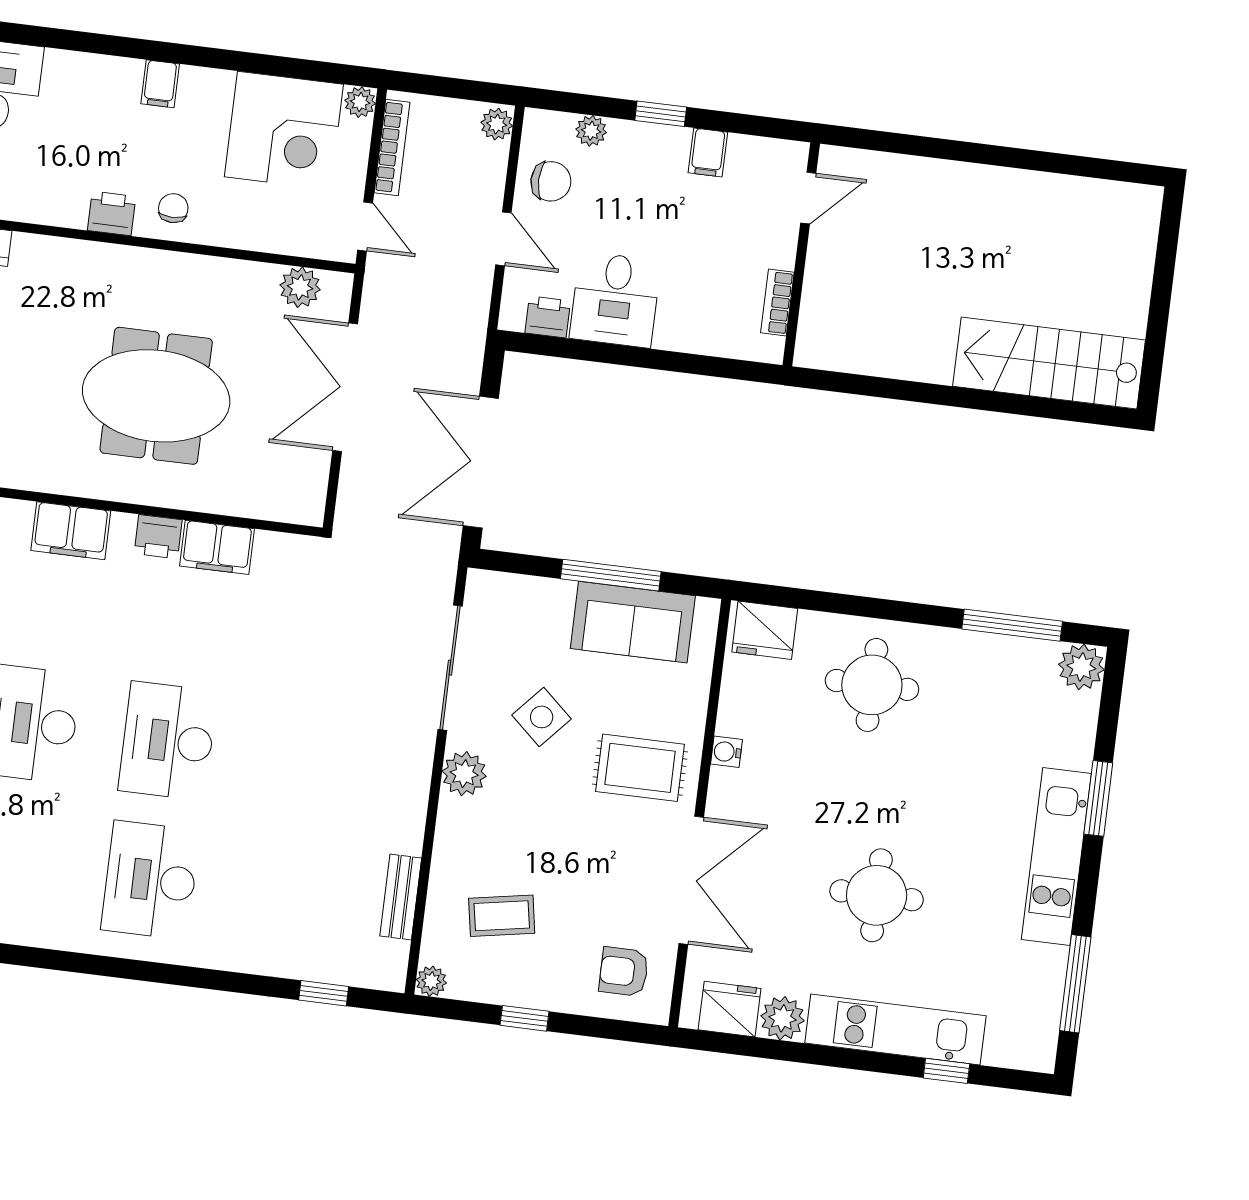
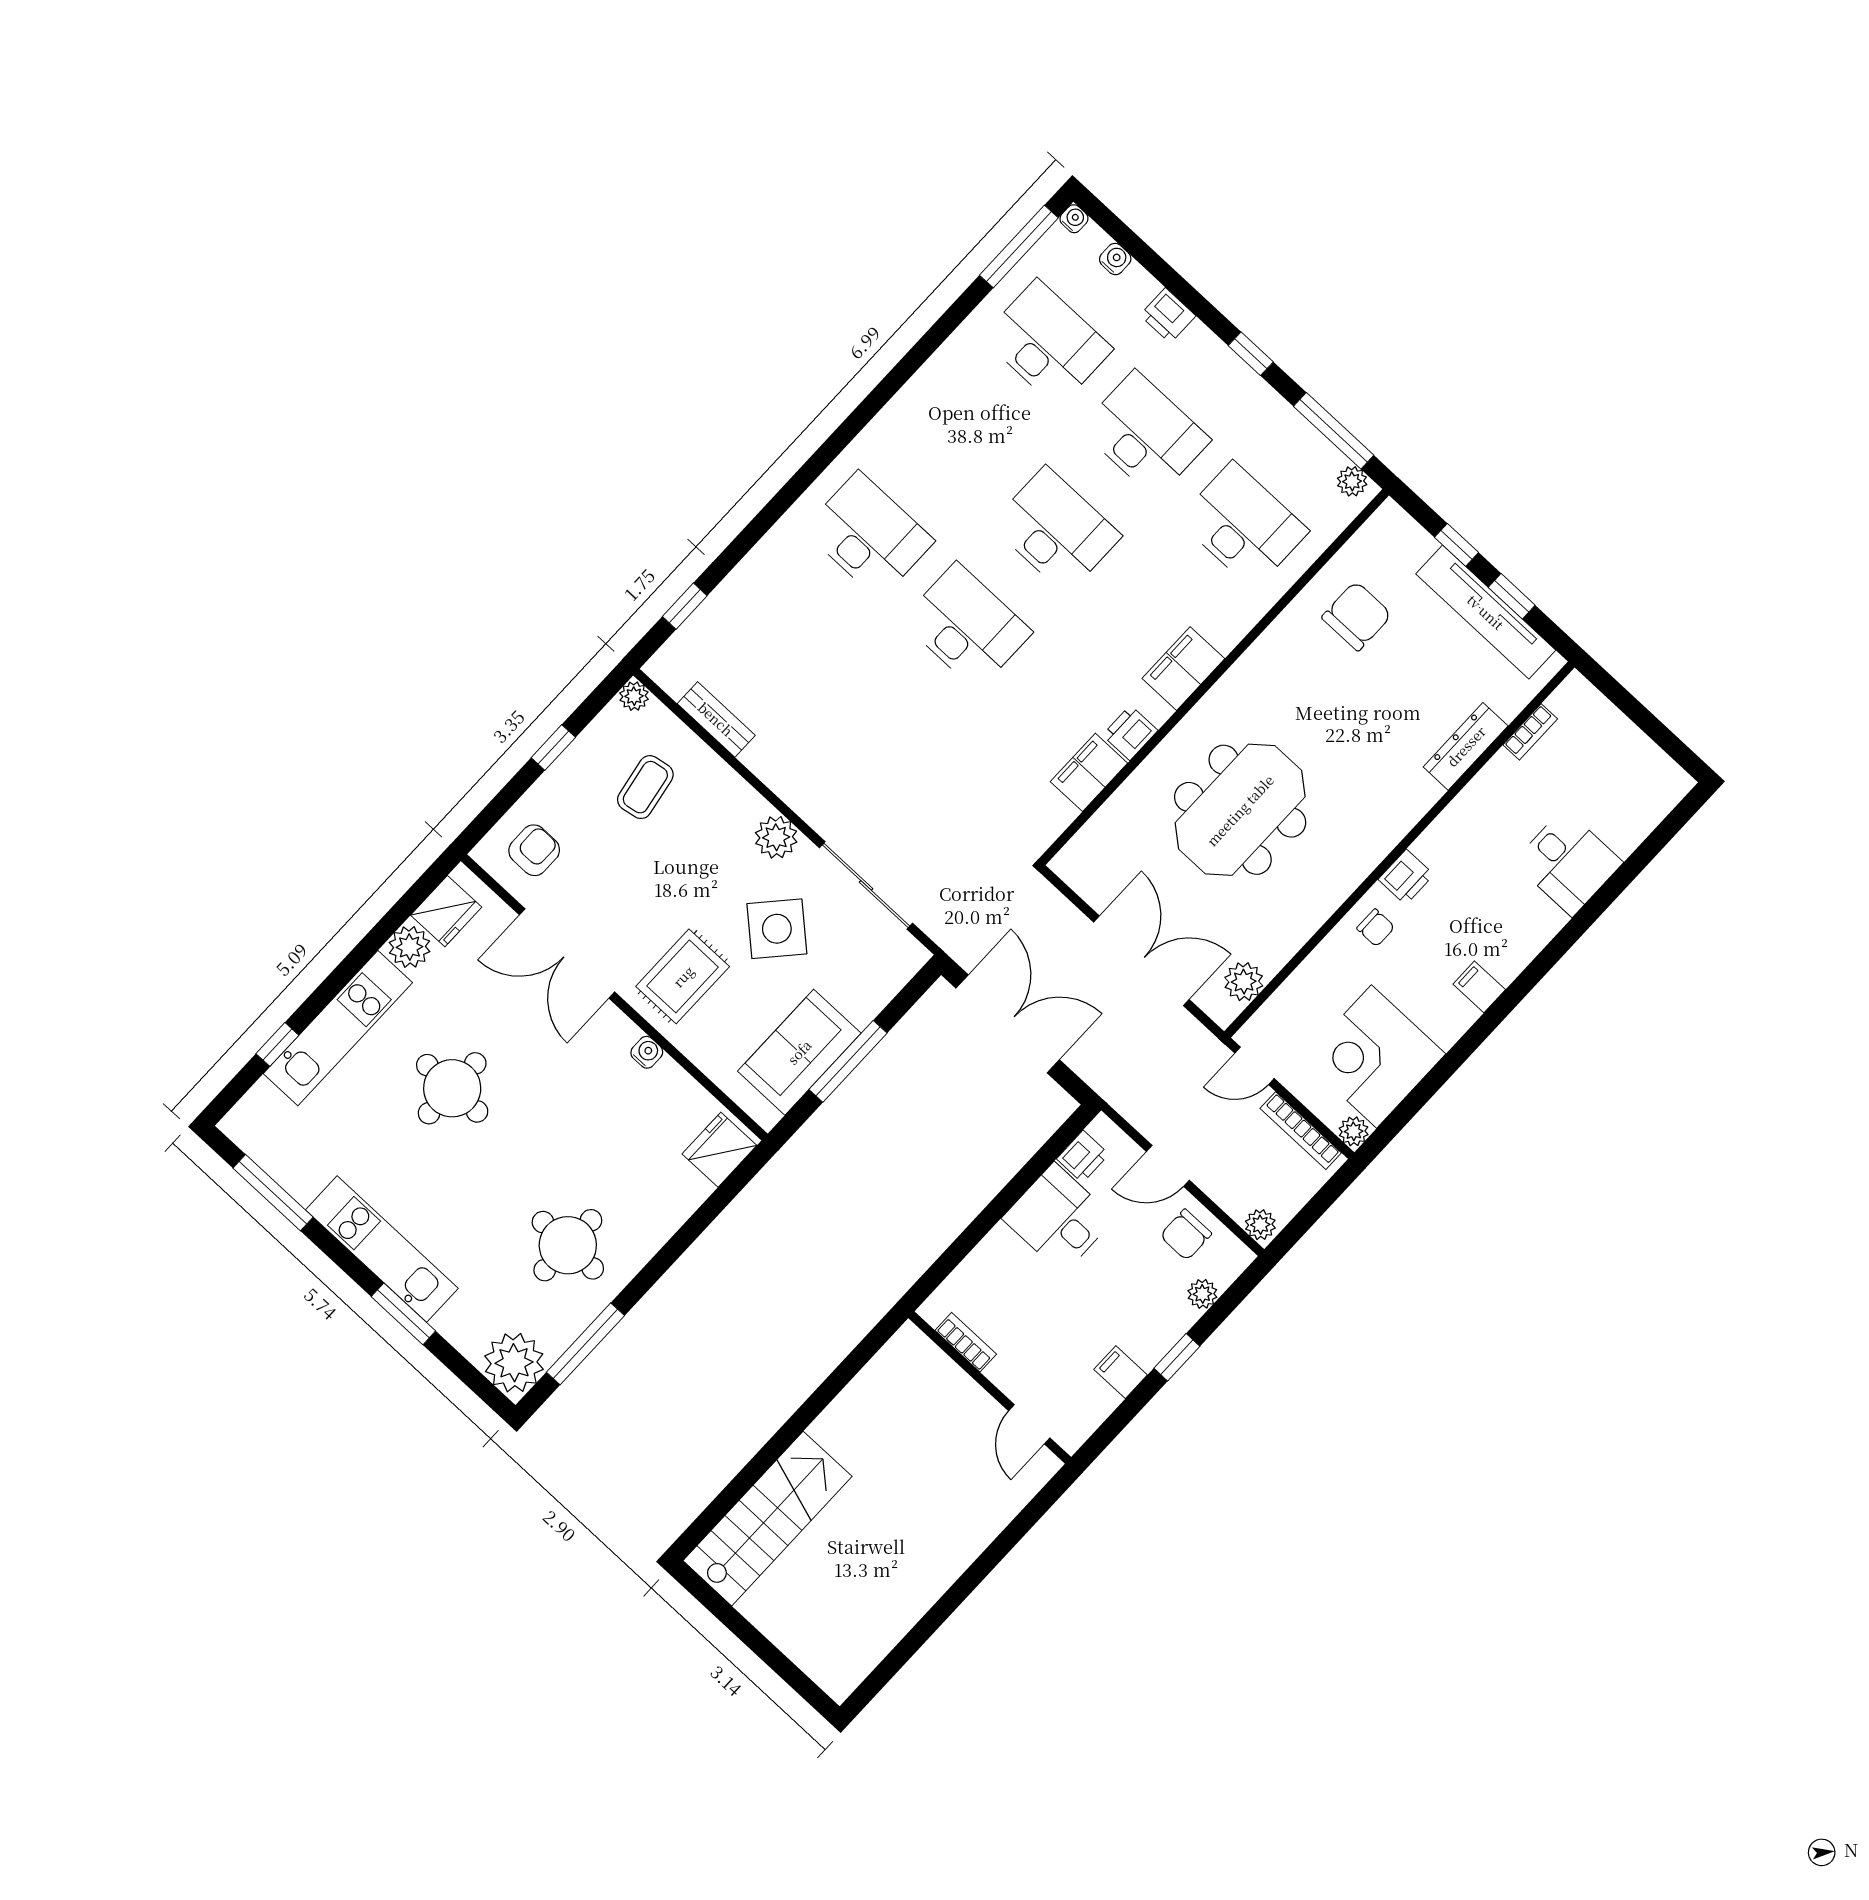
plant: (1081, 667) -> (514, 1363), width x1.36, depth x1.36
round table: (872, 685) -> (568, 1245), moved
side table: (542, 717) -> (777, 929), width x1.37, depth x1.37

